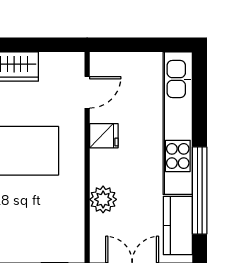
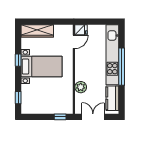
fridge: (104, 136) -> (81, 30), moved
window: (200, 190) -> (122, 67), moved

